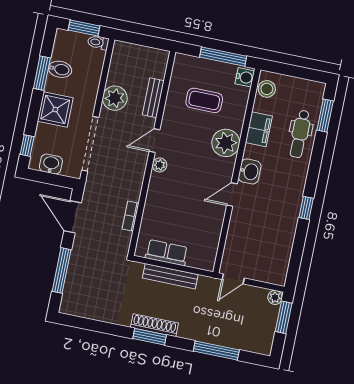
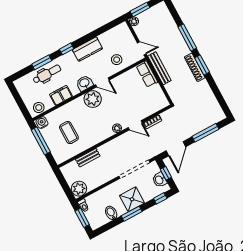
window: (42, 73) -> (132, 214), moved
plant: (115, 98) -> (79, 189), moved
window: (325, 116) -> (42, 62), moved
door: (155, 141) -> (135, 125), moved
plant: (226, 143) -> (93, 99), moved
window: (52, 179) -> (166, 173), added
window: (306, 208) -> (67, 49), moved
kitchen counter: (289, 211) -> (87, 49), added
stool: (245, 236) -> (117, 60), added
row of seats: (167, 253) -> (147, 74), moved
bench: (170, 276) -> (159, 68), moved
window: (216, 350) -> (187, 37), moved

